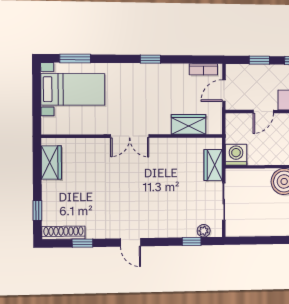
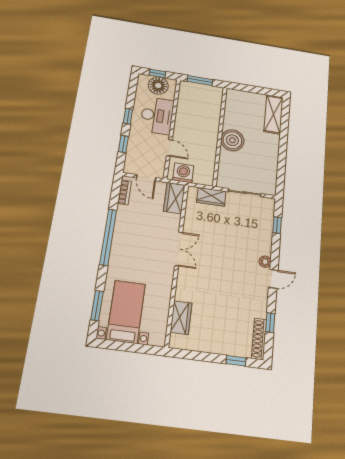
window: (150, 59) -> (108, 237), width x3.17
wardrobe: (189, 124) -> (174, 198), moved
double door: (130, 136) -> (179, 249), moved
washing machine: (236, 155) -> (183, 173), moved, turned 90
wardrobe: (51, 163) -> (181, 318), moved, turned 90
plant: (204, 231) -> (265, 262), moved

